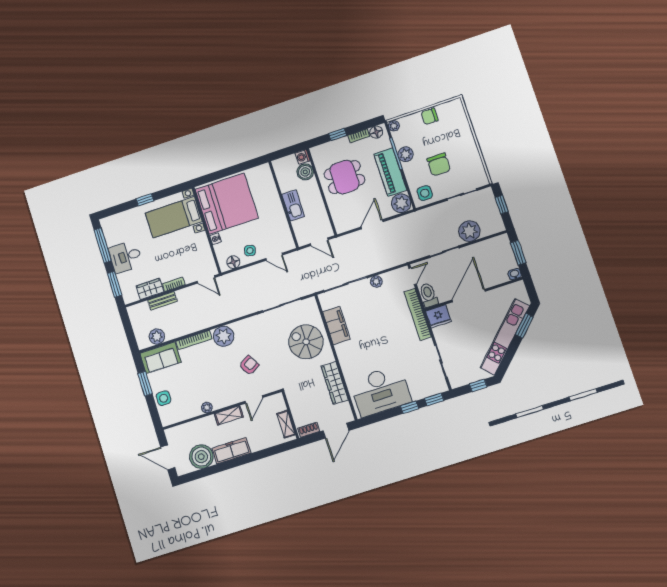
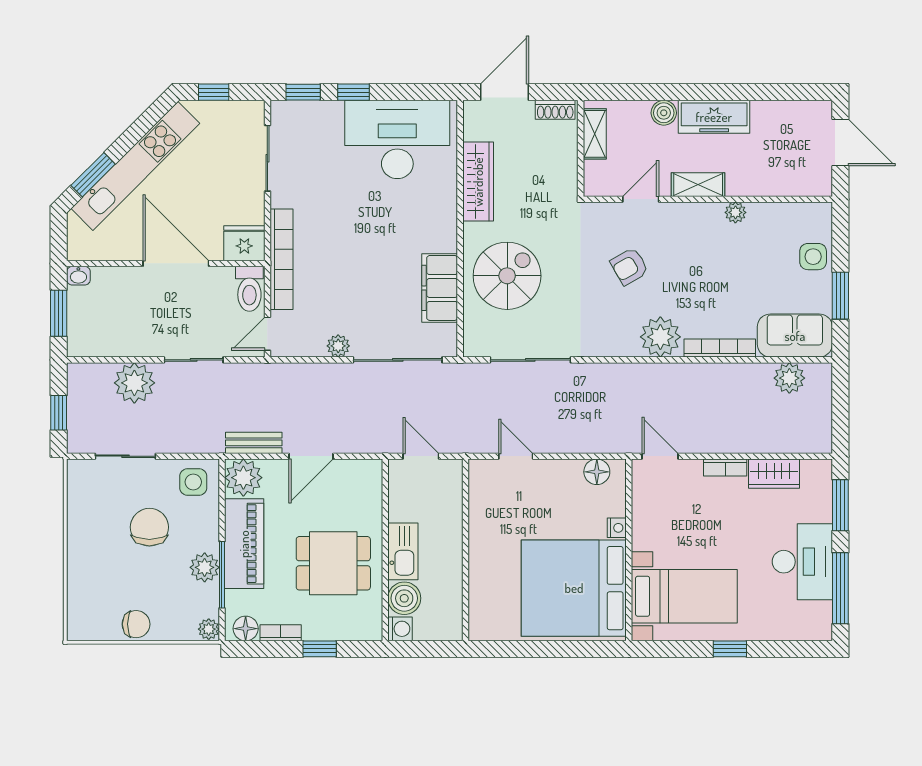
kitchen sink: (293, 205) -> (403, 551), moved, turned 180
side table: (250, 251) -> (558, 483), removed
desk: (126, 257) -> (802, 562), width x1.37
door: (469, 296) -> (176, 263), swing flipped
bench: (162, 301) -> (254, 443), moved
spiral stairs: (306, 342) -> (507, 276), turned -90
boiler: (201, 457) -> (664, 113), moved, width x0.54, depth x0.54

